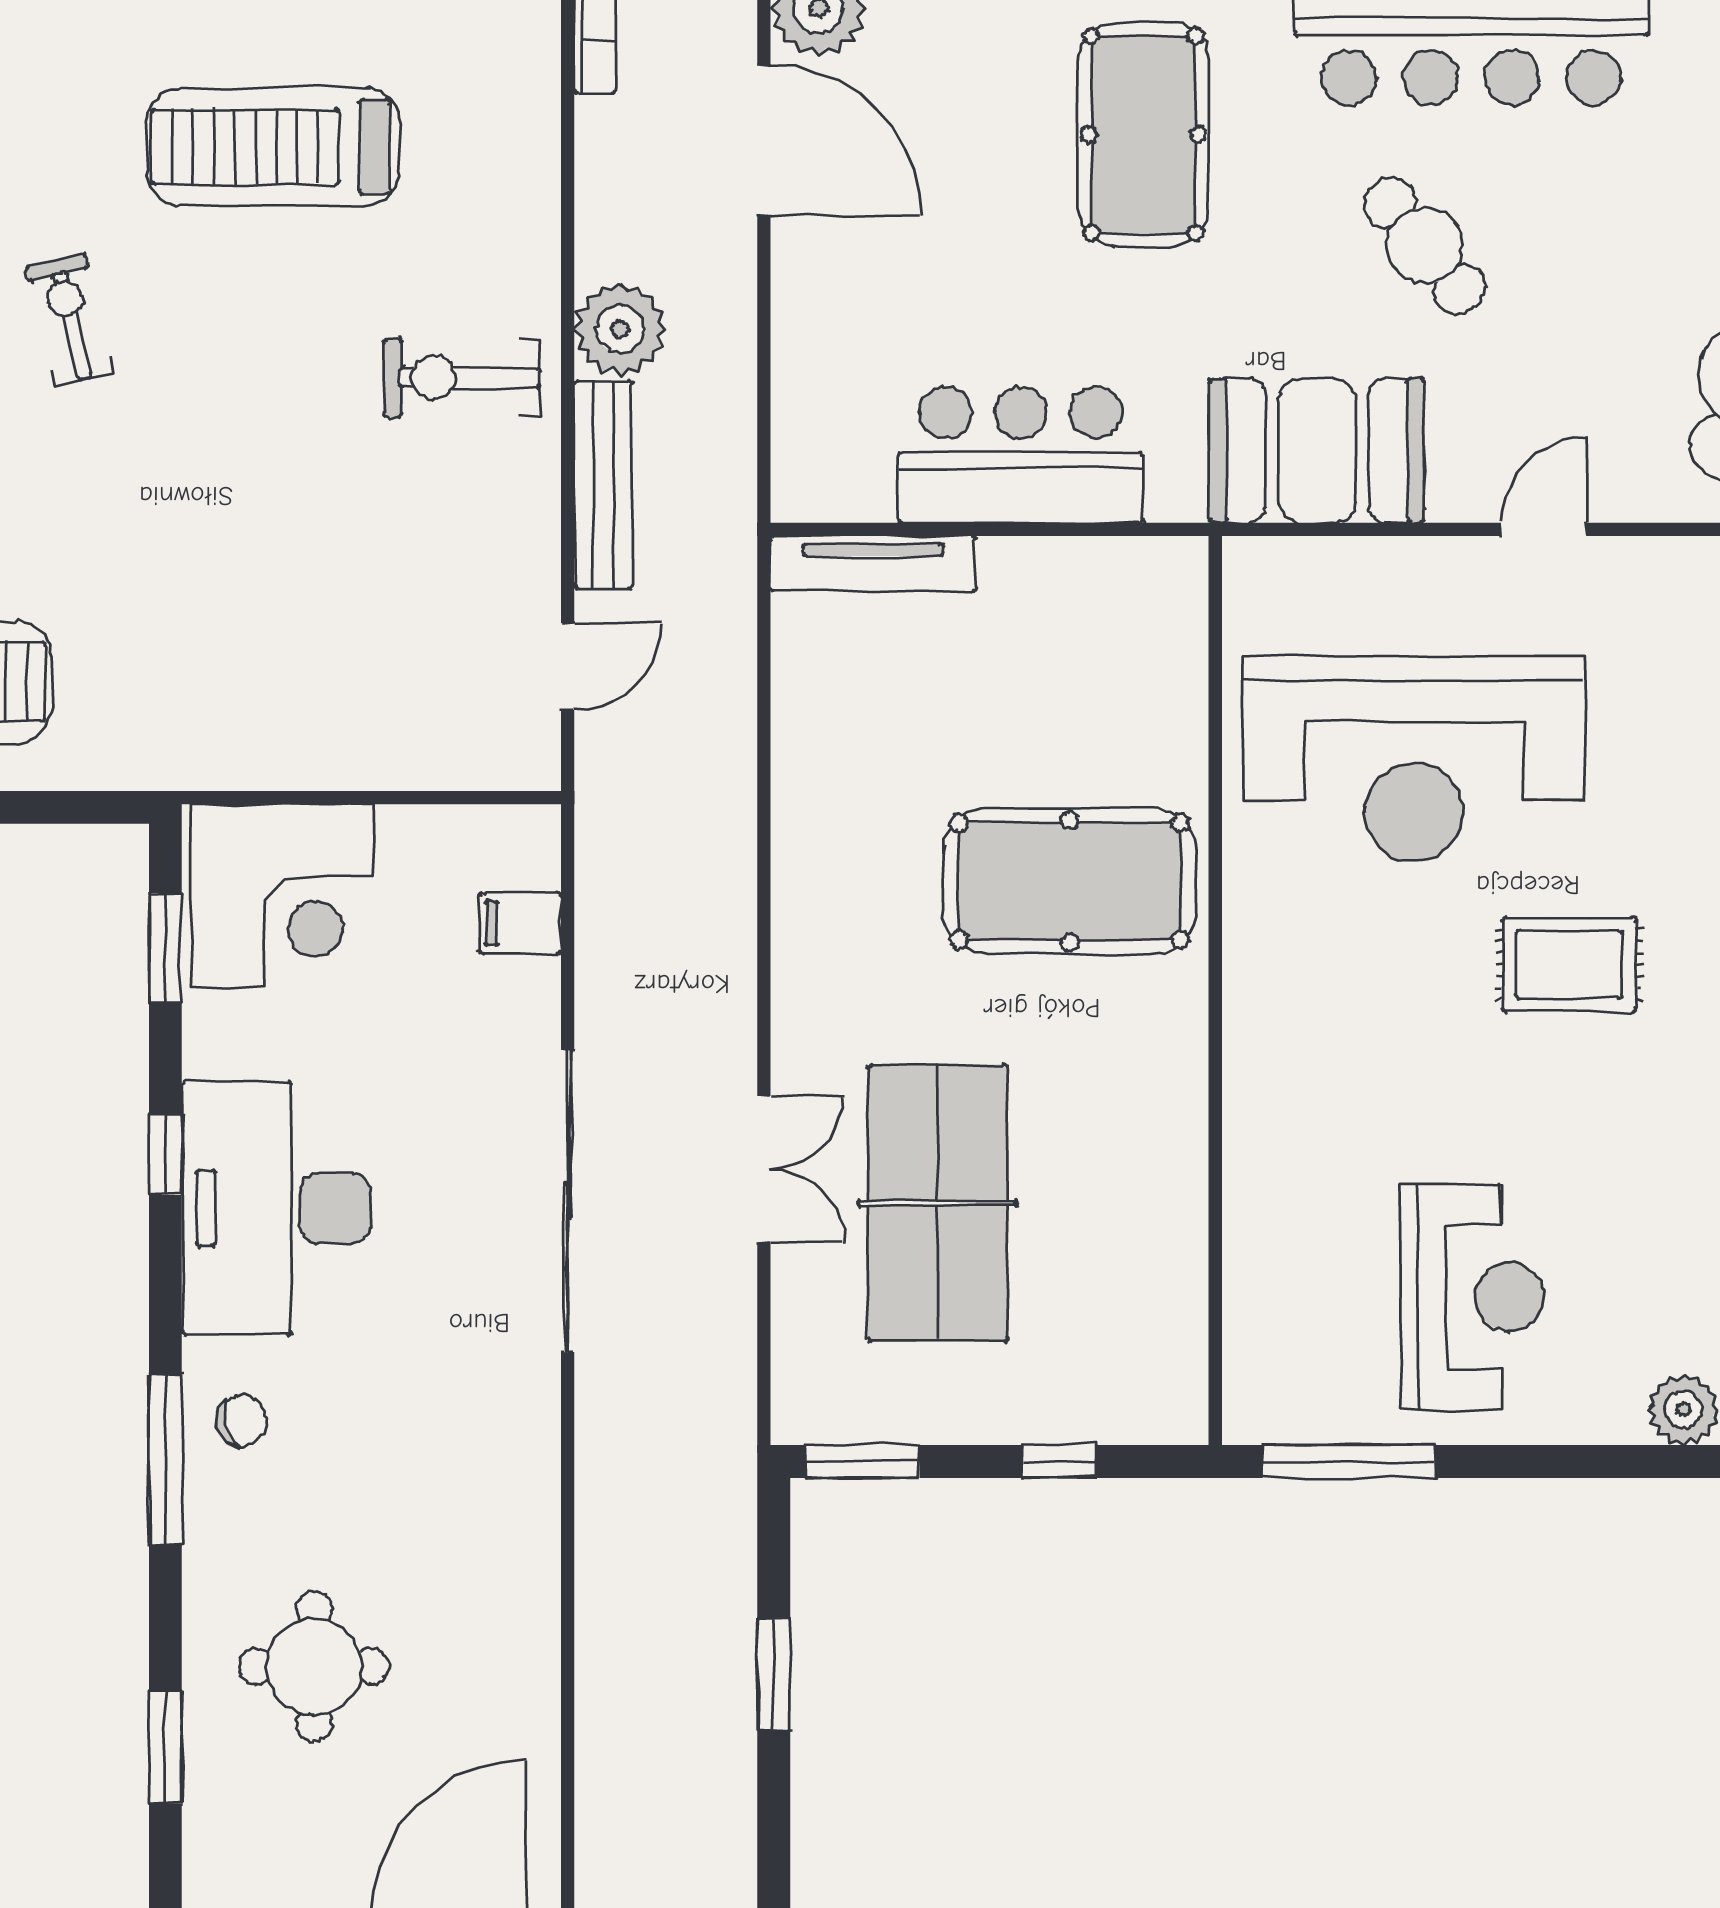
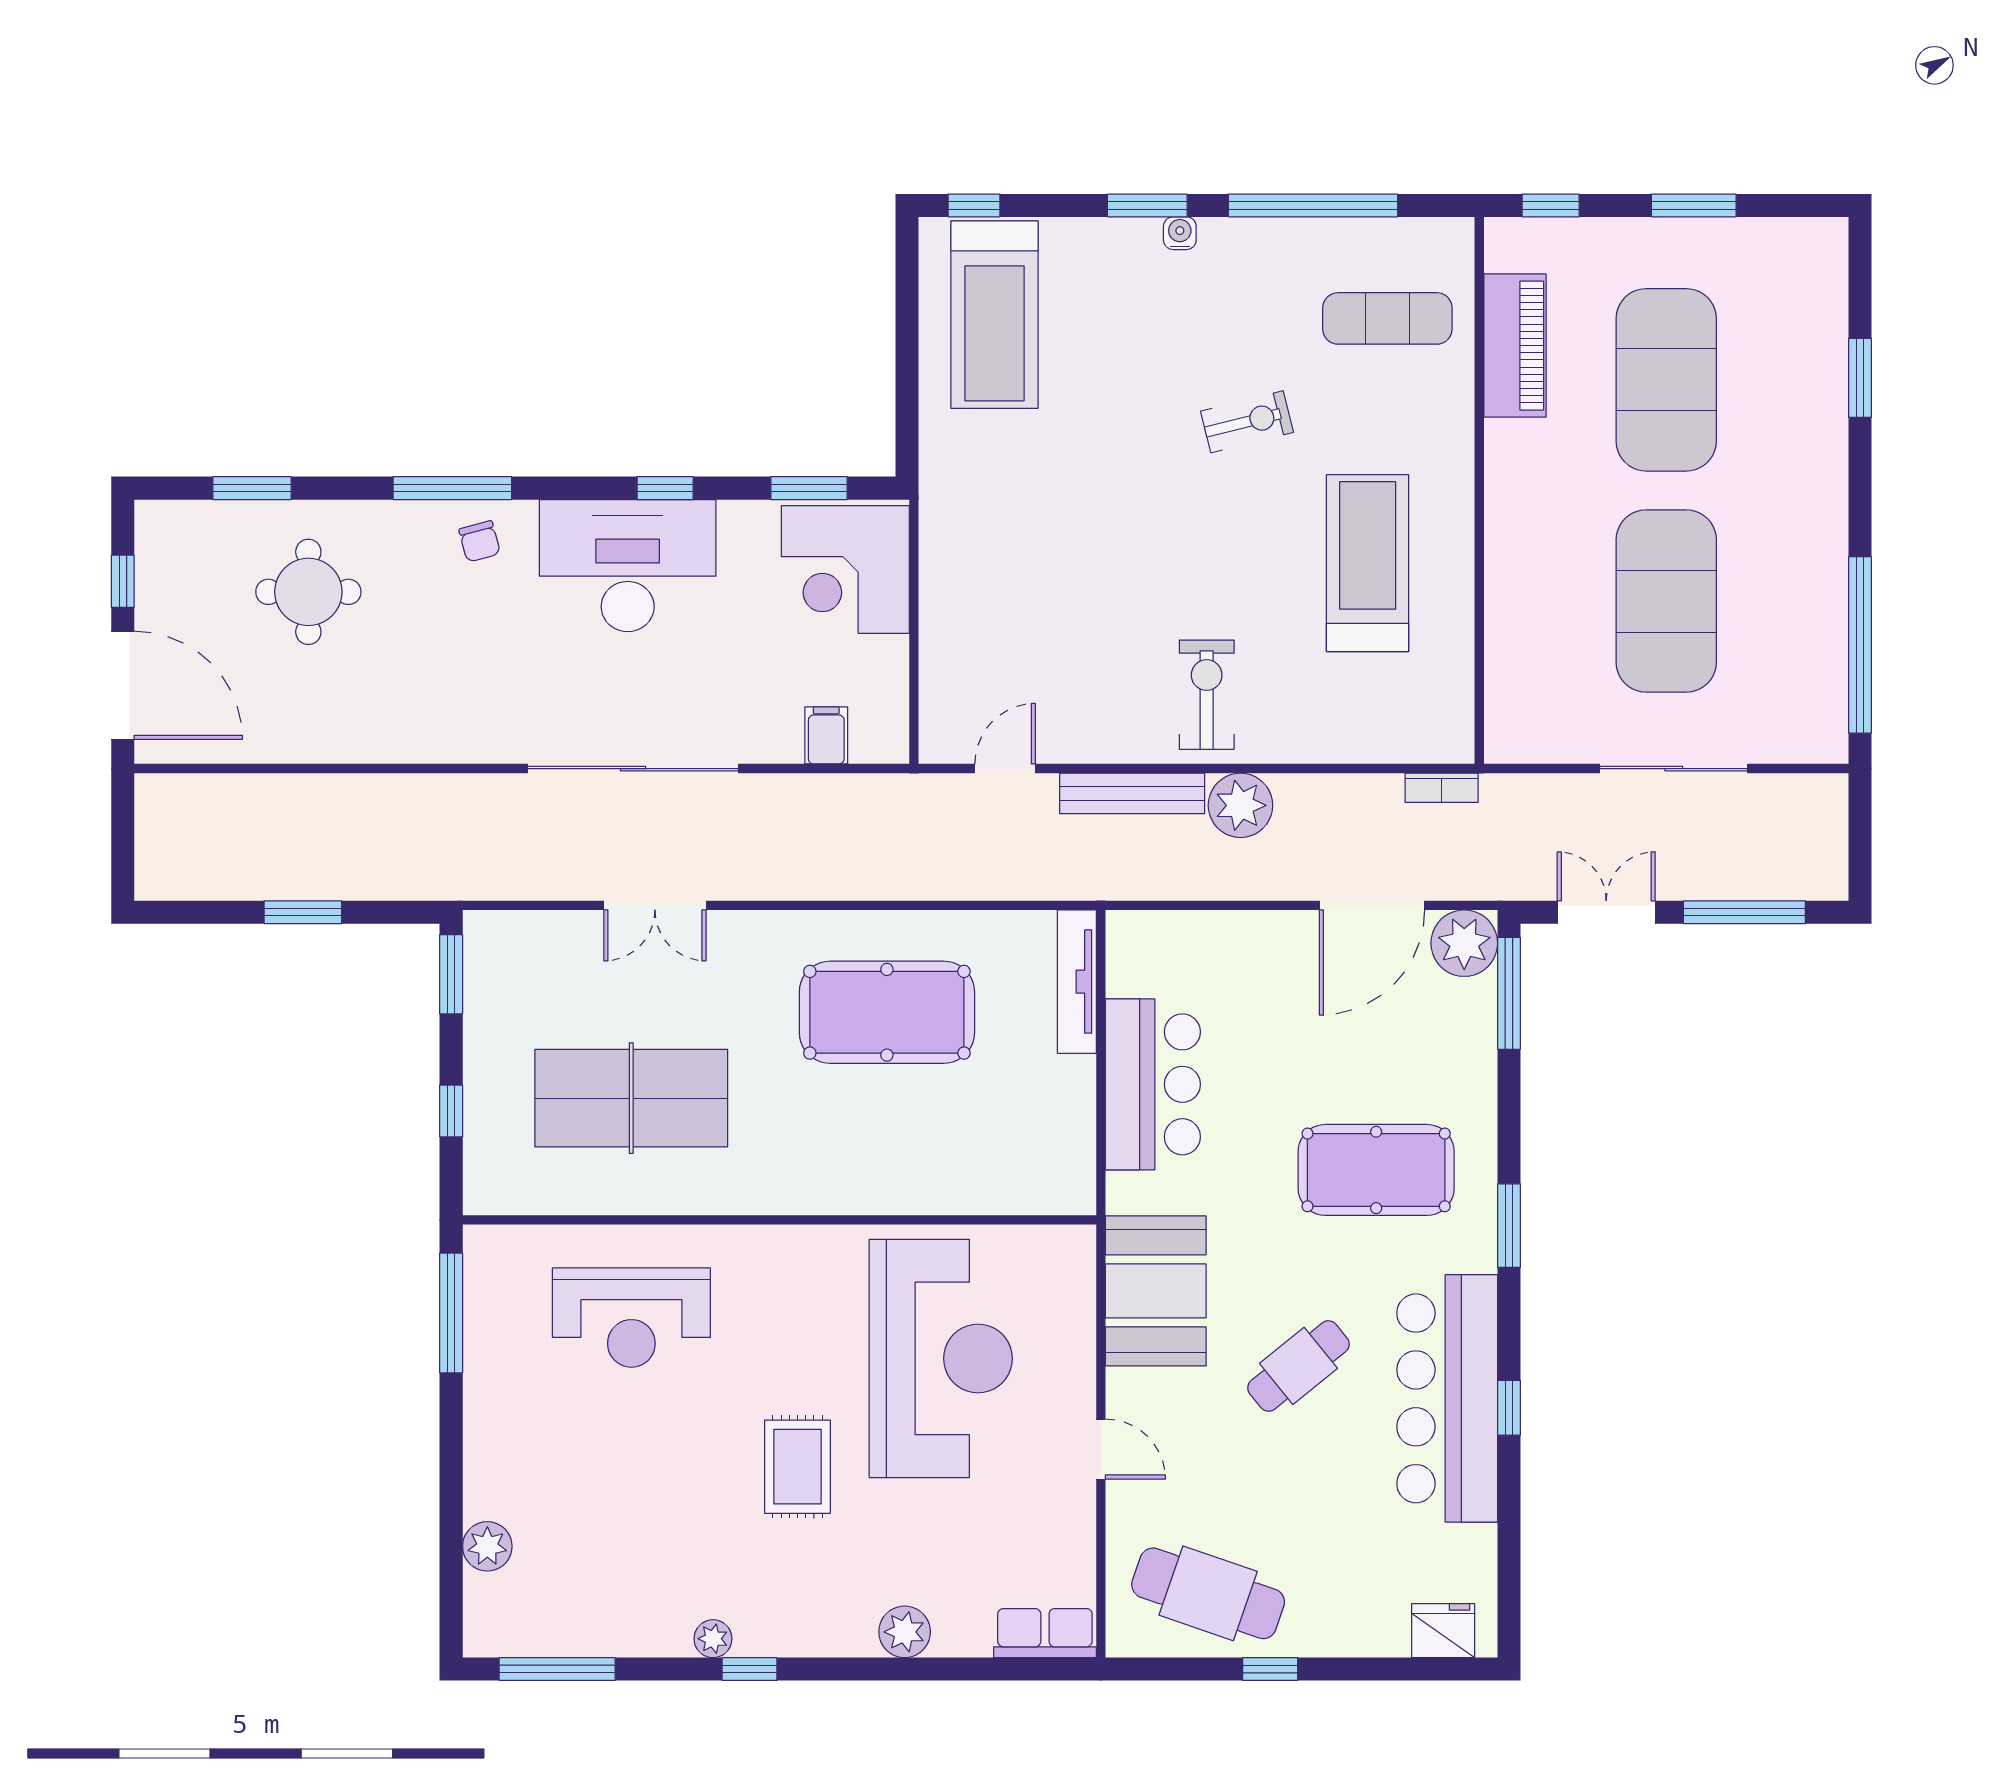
door: (568, 667) -> (1005, 769), swing flipped
reception desk: (1414, 759) -> (941, 1358), turned 180
pool table: (1069, 881) -> (887, 1012), moved, turned 90
table tennis table: (938, 1203) -> (631, 1098), moved
reception desk: (1472, 1297) -> (631, 1318), moved

